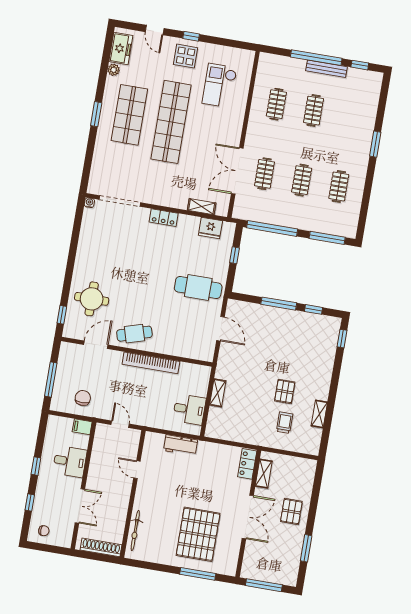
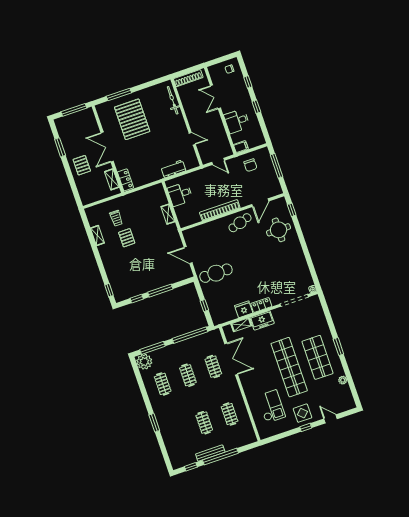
freezer: (121, 49) -> (262, 320), moved, turned -90
plant: (346, 226) -> (144, 362), added
fridge: (210, 228) -> (244, 309), moved

